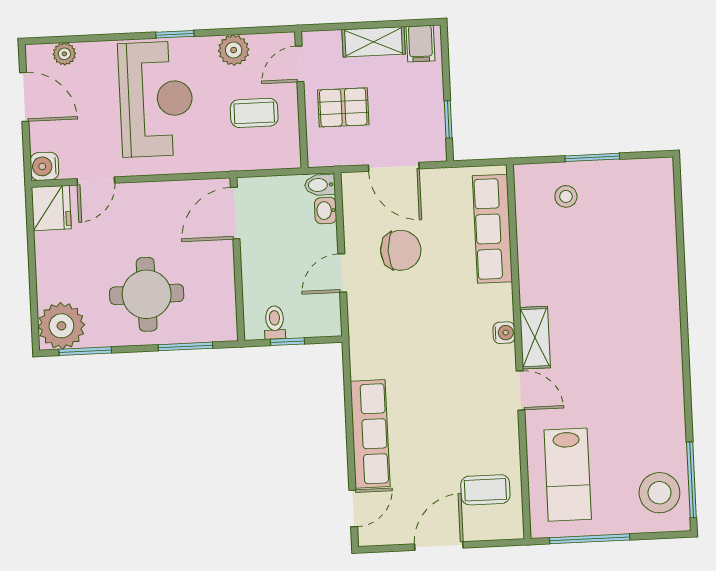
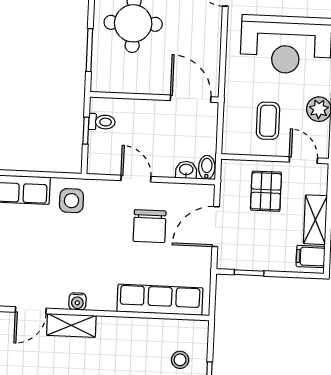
side table: (377, 352) -> (71, 201), added

